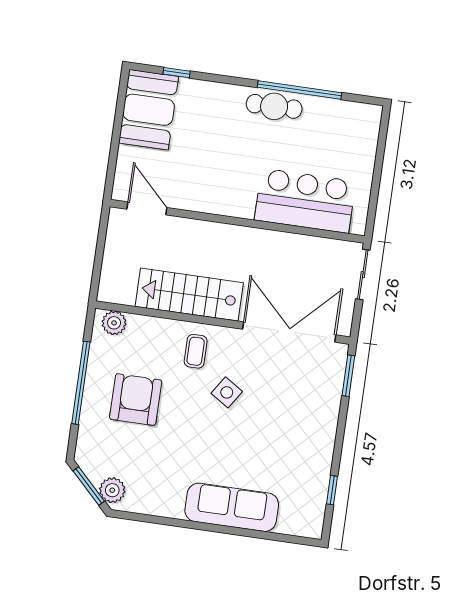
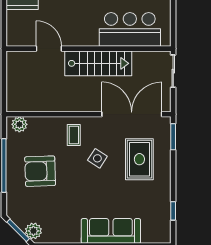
door: (147, 208) -> (49, 49), moved
stairs: (189, 295) -> (98, 63), moved, turned 180
armchair: (136, 400) -> (40, 171), turned -92
rug: (291, 403) -> (139, 159), added

